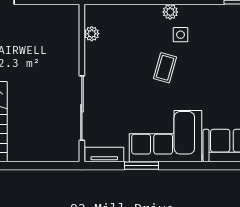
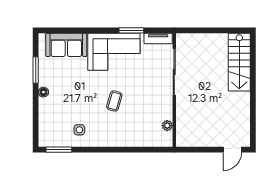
plant: (170, 12) -> (111, 141), removed
side table: (181, 35) -> (79, 130), moved

